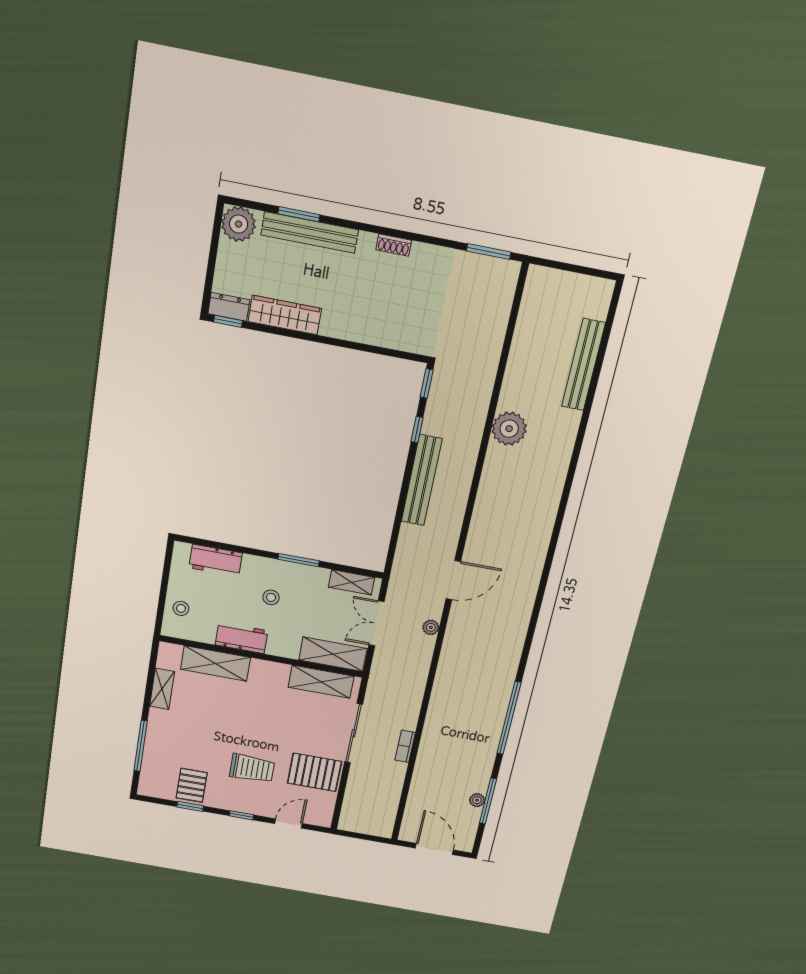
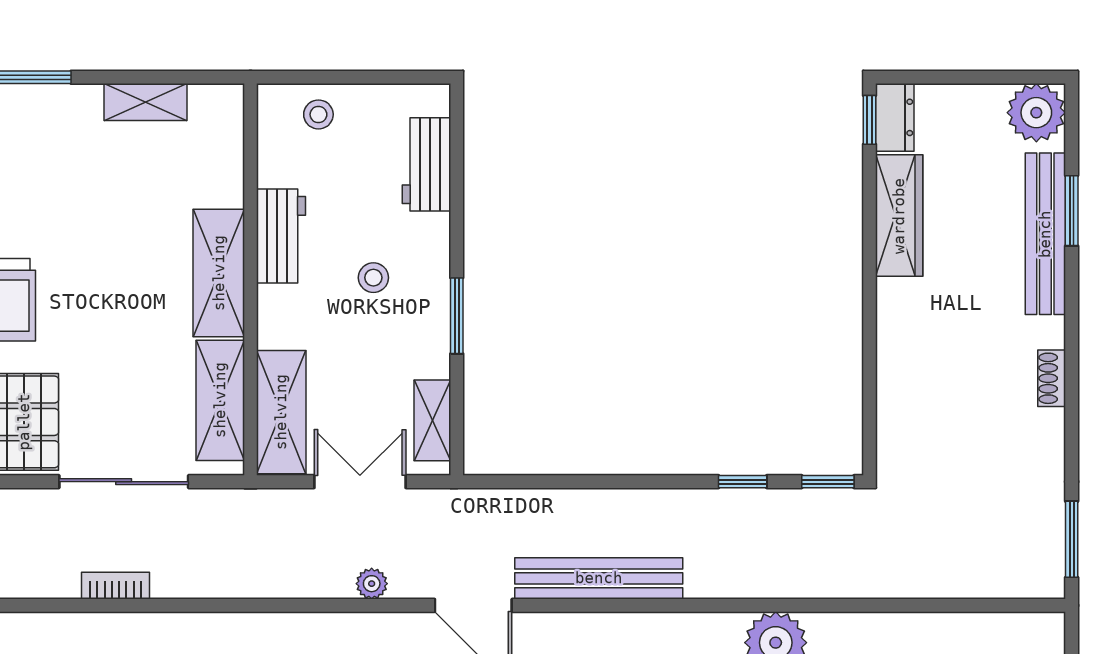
bench: (422, 480) -> (599, 578), moved
shelving: (216, 663) -> (219, 273), moved

